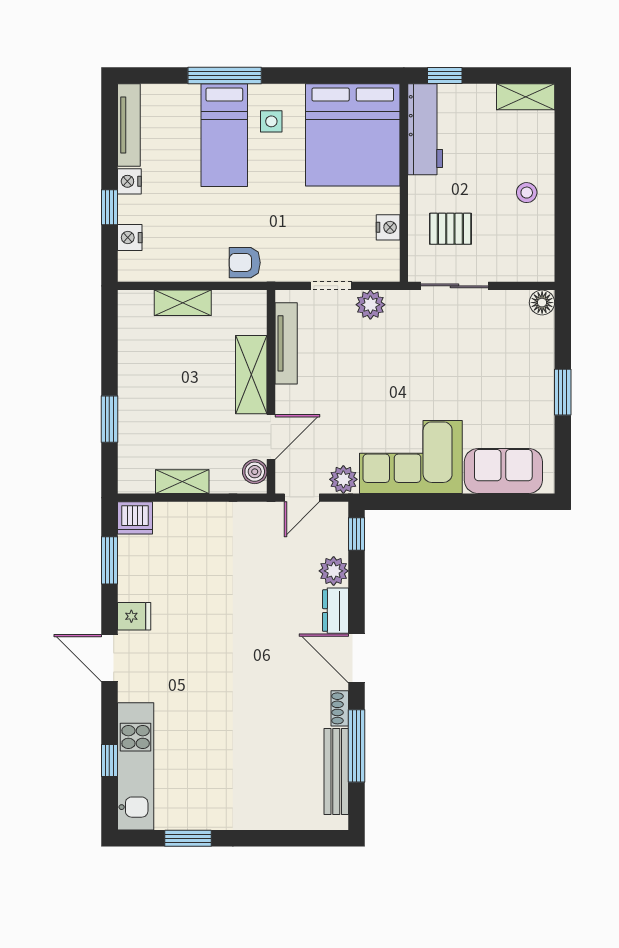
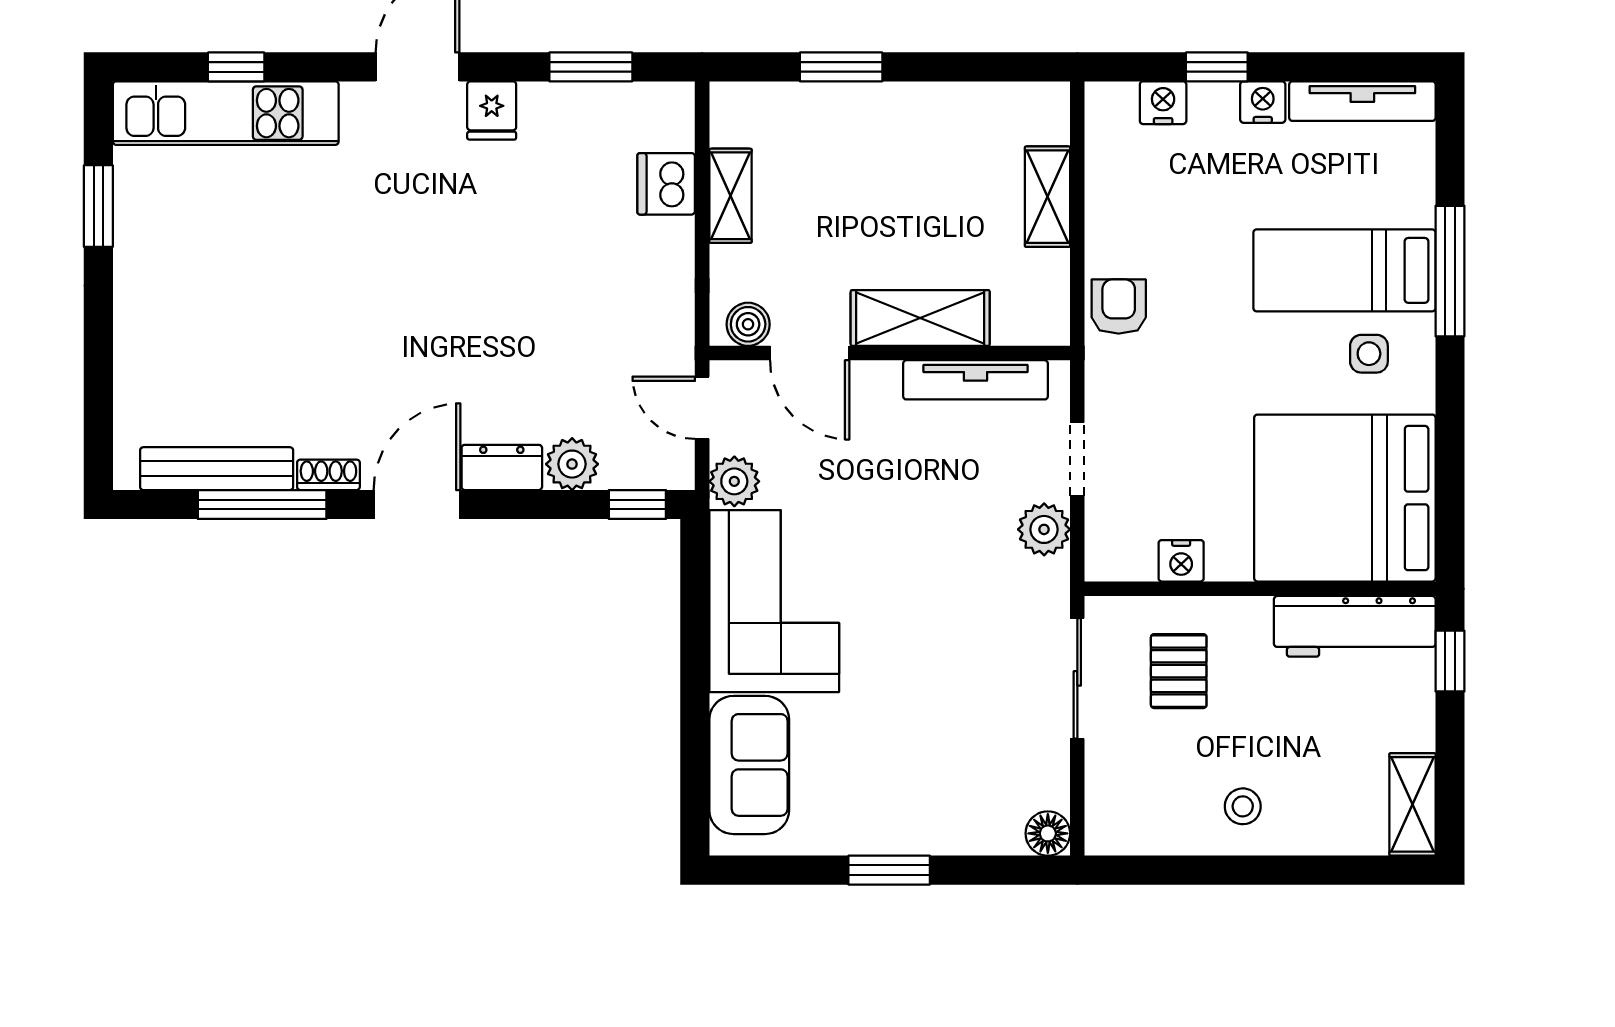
dishwasher: (135, 518) -> (666, 184), moved

